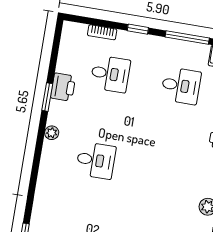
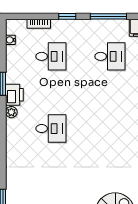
water cooler: (65, 46) -> (10, 40), added
printer: (63, 87) -> (14, 95), moved

